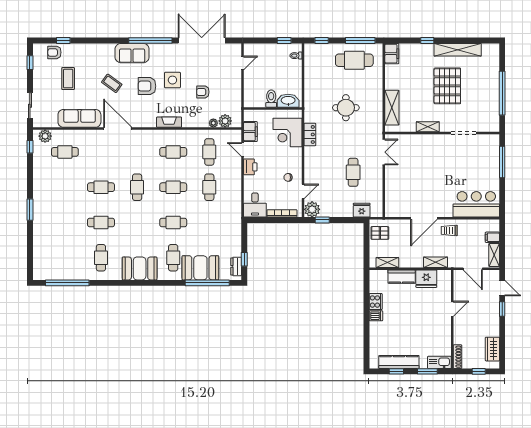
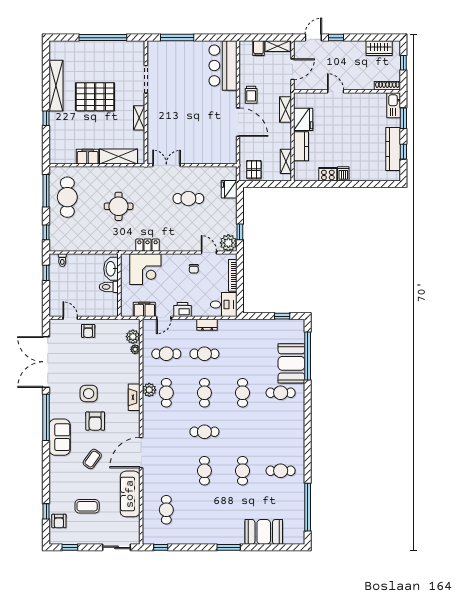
filing cabinet: (392, 54) -> (88, 157), moved
armchair: (203, 92) -> (88, 331), moved
plant: (45, 136) -> (149, 390), moved
dresser: (236, 266) -> (207, 325), moved
booth: (140, 268) -> (264, 532), moved, turned 90

